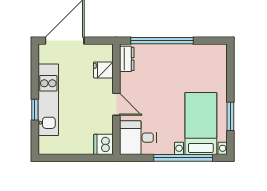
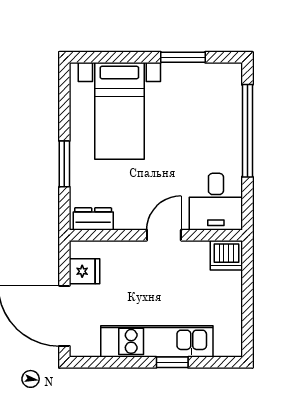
window: (162, 41) -> (64, 164), width x0.47
fridge: (103, 70) -> (85, 271), moved, turned -90
bed with nightstands: (201, 123) -> (119, 111), moved, turned -90

